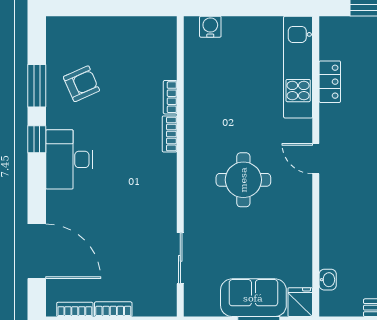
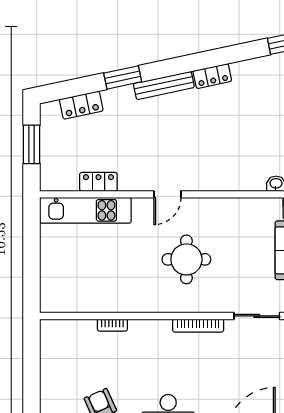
water cooler: (210, 27) -> (49, 289), removed
bookcase: (170, 134) -> (198, 326), moved, width x1.56

